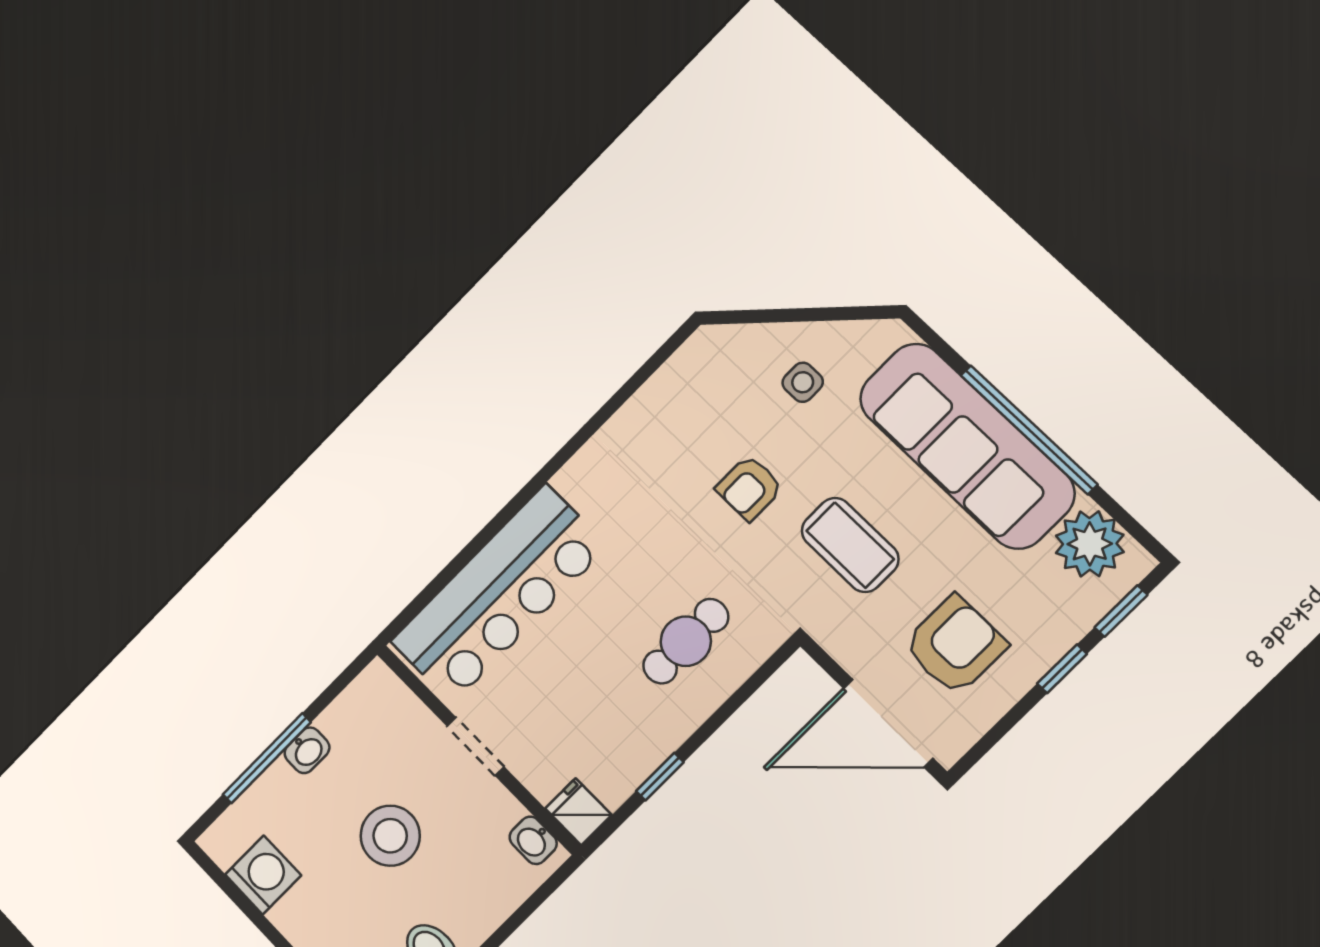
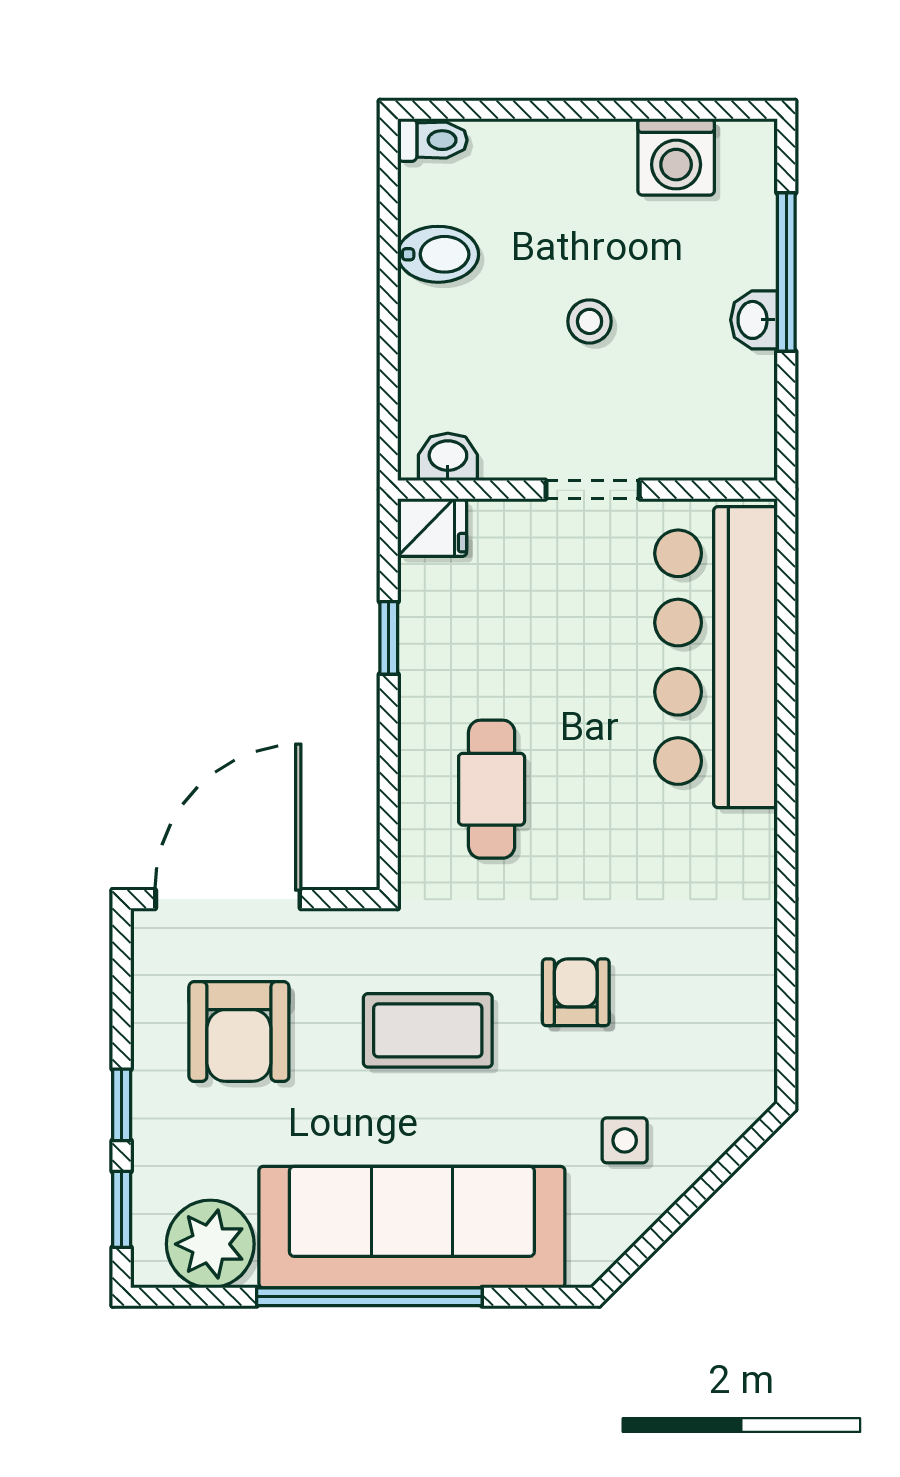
stool: (390, 836) -> (590, 321), width x0.53, depth x0.53

